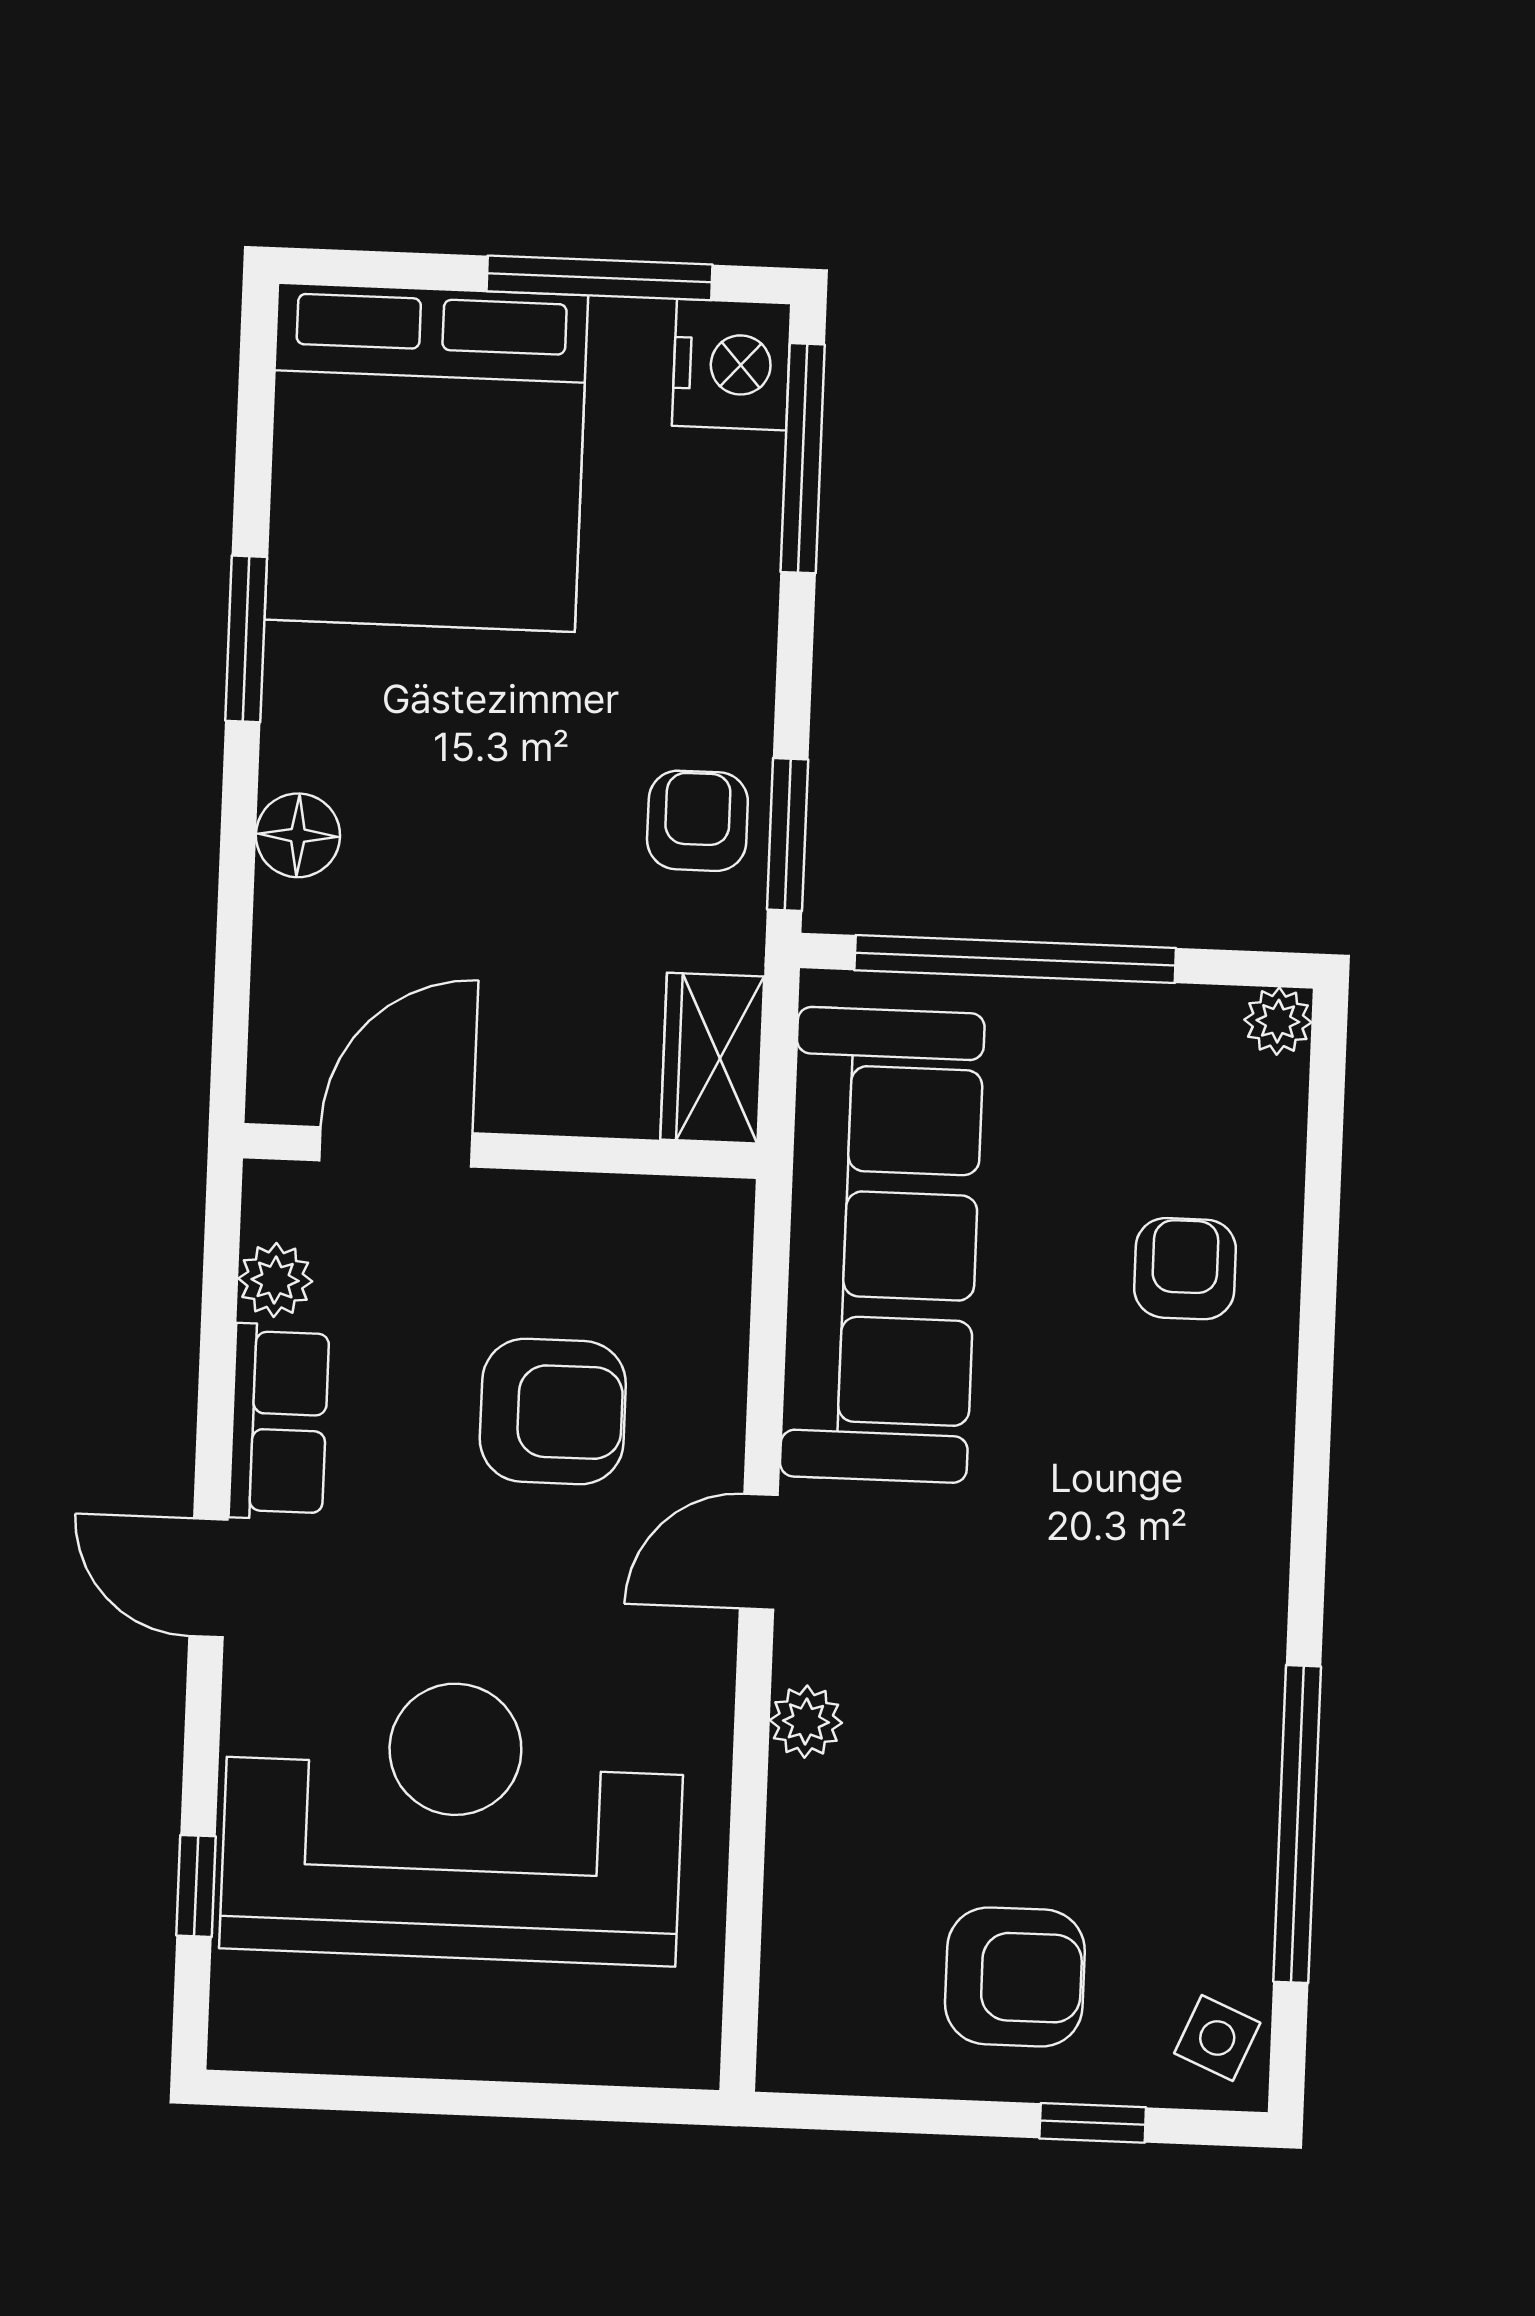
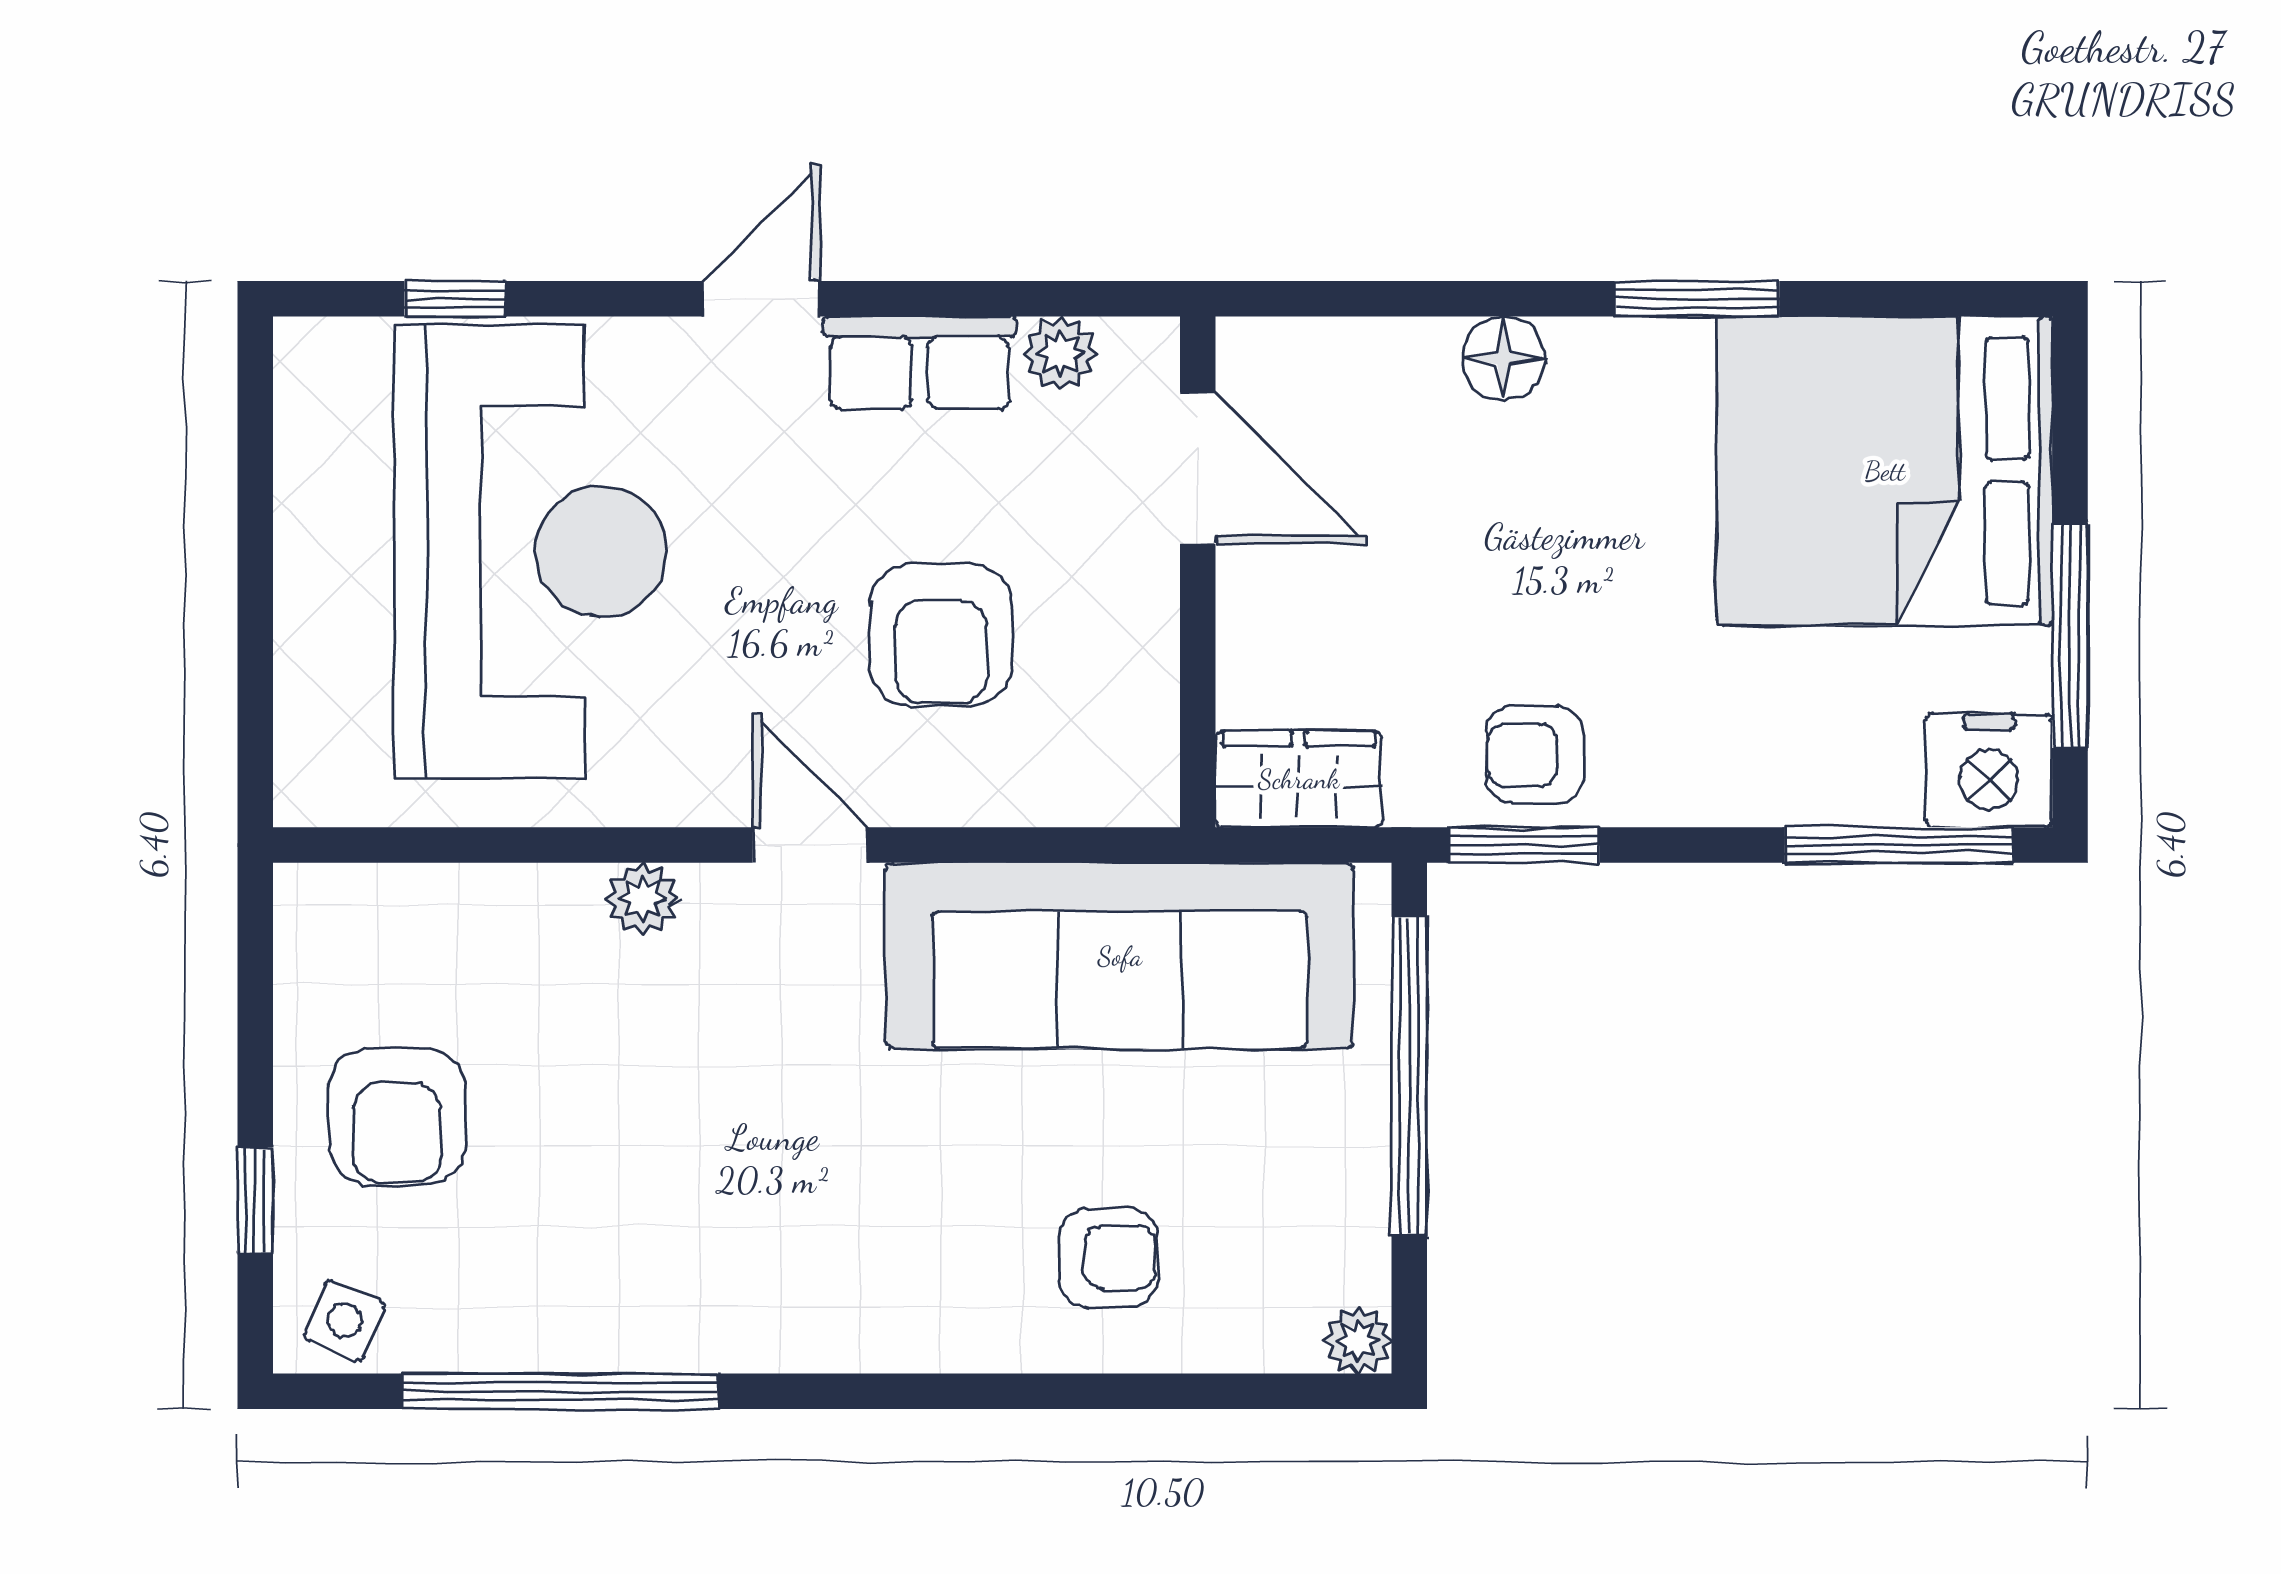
armchair: (697, 821) -> (1534, 755), turned 180

